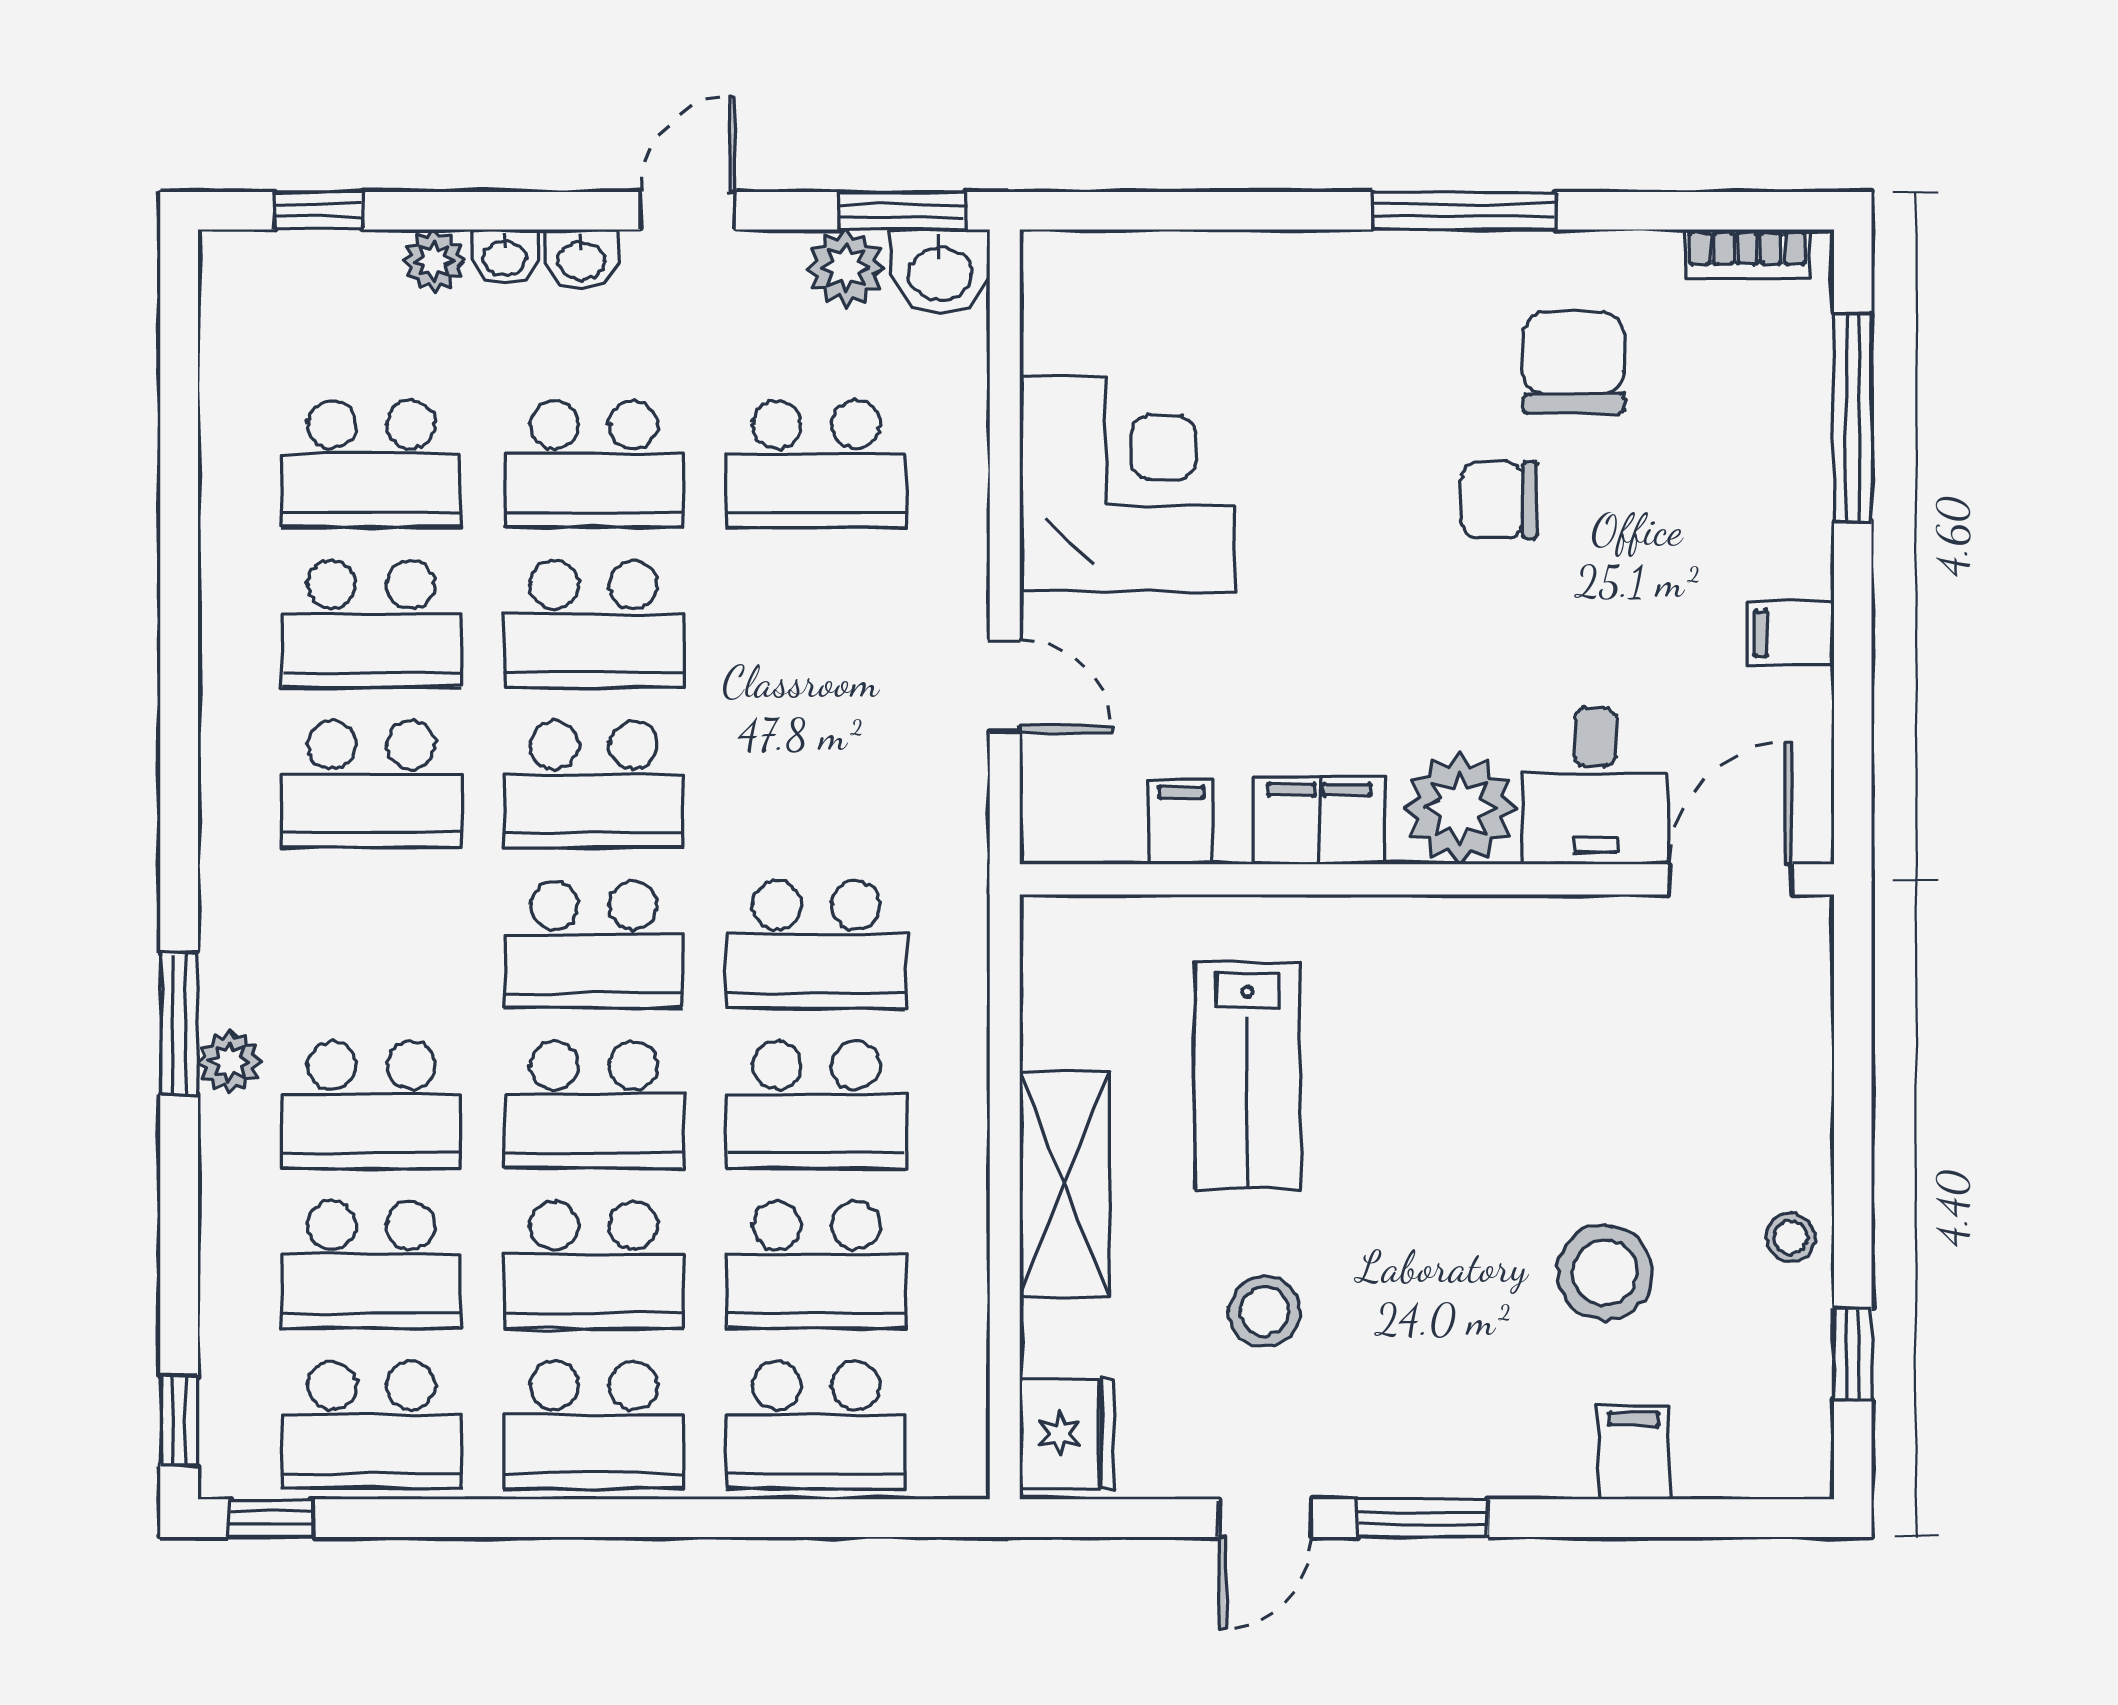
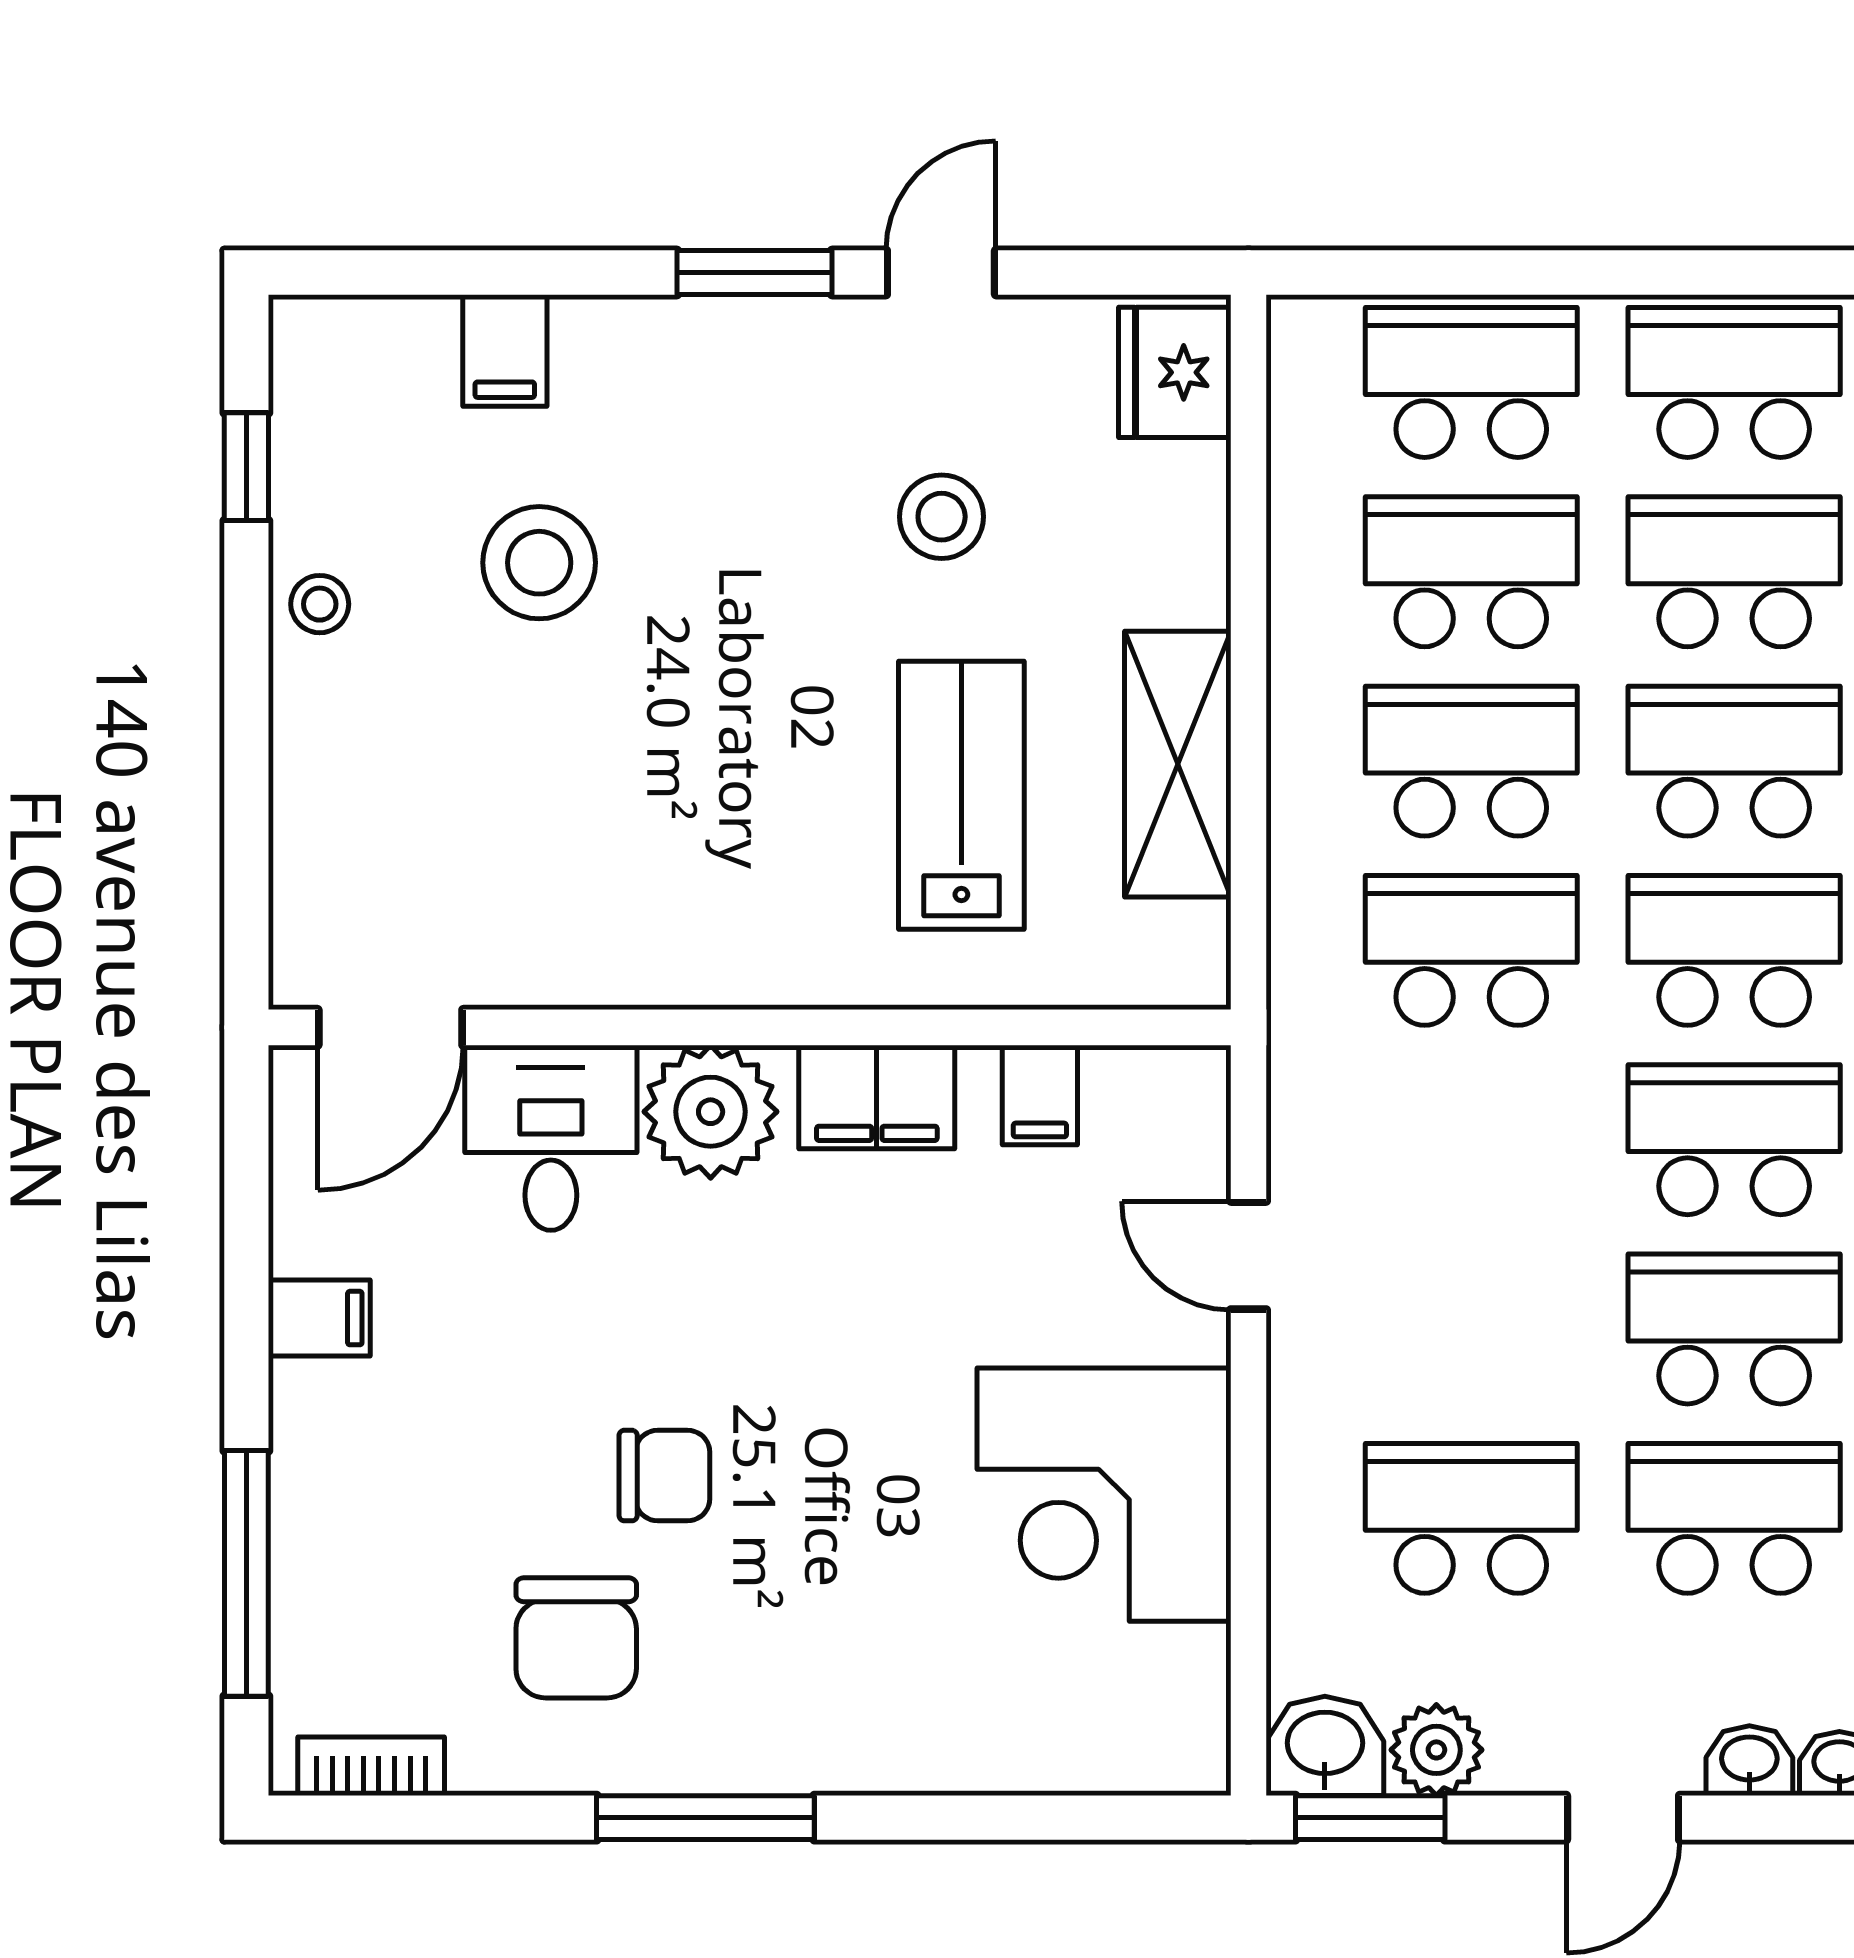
shelving: (1065, 1184) -> (1178, 764), moved

